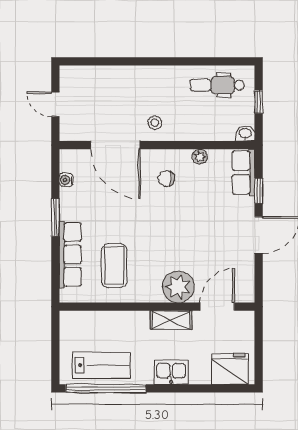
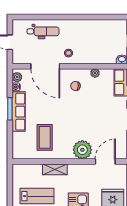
dental chair: (217, 85) -> (43, 31), moved, turned 180
plant: (67, 163) -> (17, 77), added
row of seats: (70, 255) -> (19, 112), moved
shelving: (171, 320) -> (55, 169), moved

